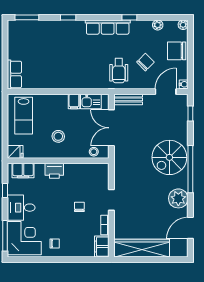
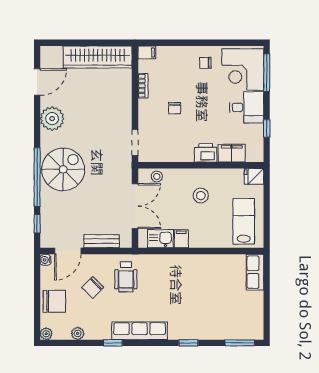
wheelchair: (119, 71) -> (126, 277), turned 180
bench: (128, 99) -> (102, 241), moved
window: (190, 169) -> (37, 177), moved
filing cabinet: (23, 171) -> (232, 153), moved
doorway: (111, 200) -> (135, 142), moved
filing cabinet: (102, 247) -> (147, 52), width x0.50

